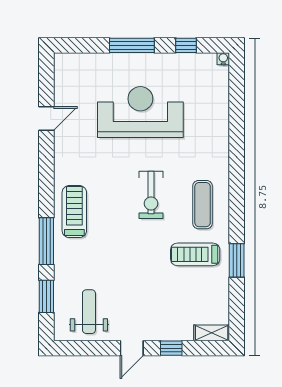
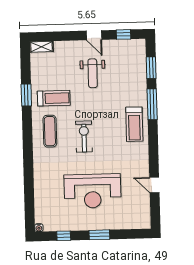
window: (132, 45) -> (99, 235), width x0.69
door: (46, 118) -> (154, 185), hinge flipped
weight bench: (89, 312) -> (93, 73), moved
door: (132, 348) -> (94, 35), swing flipped
window: (171, 348) -> (123, 34), moved

